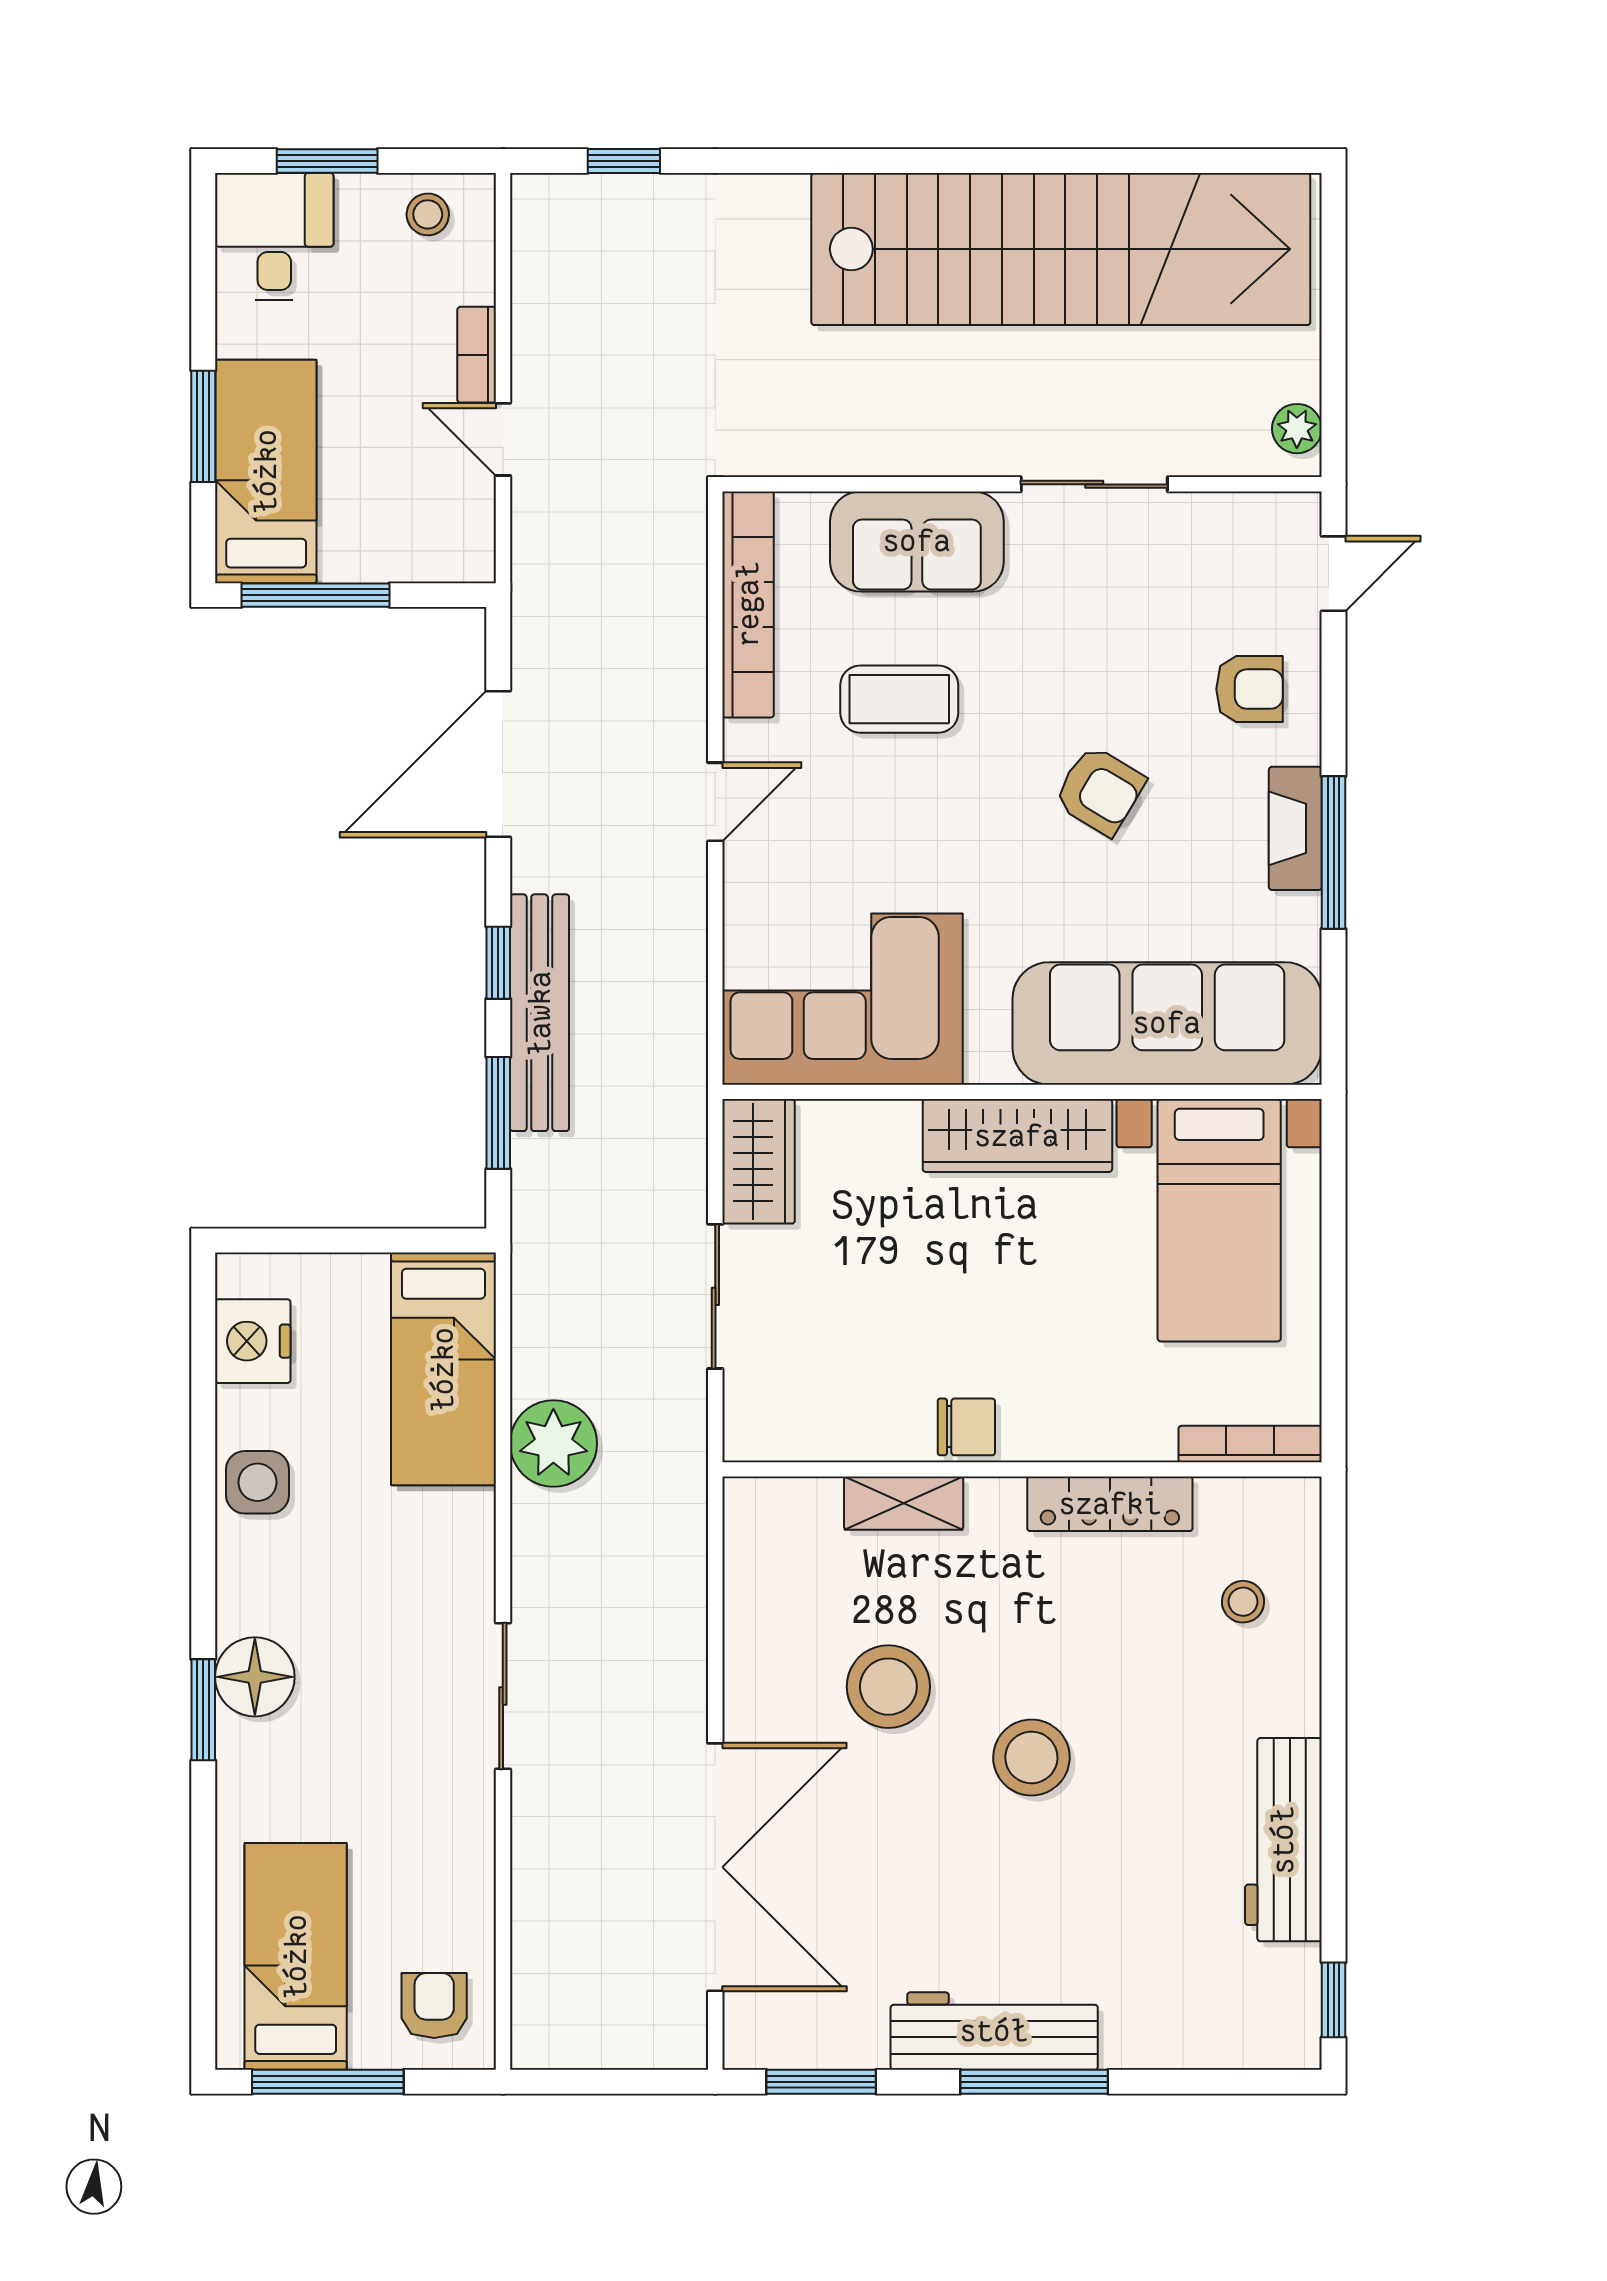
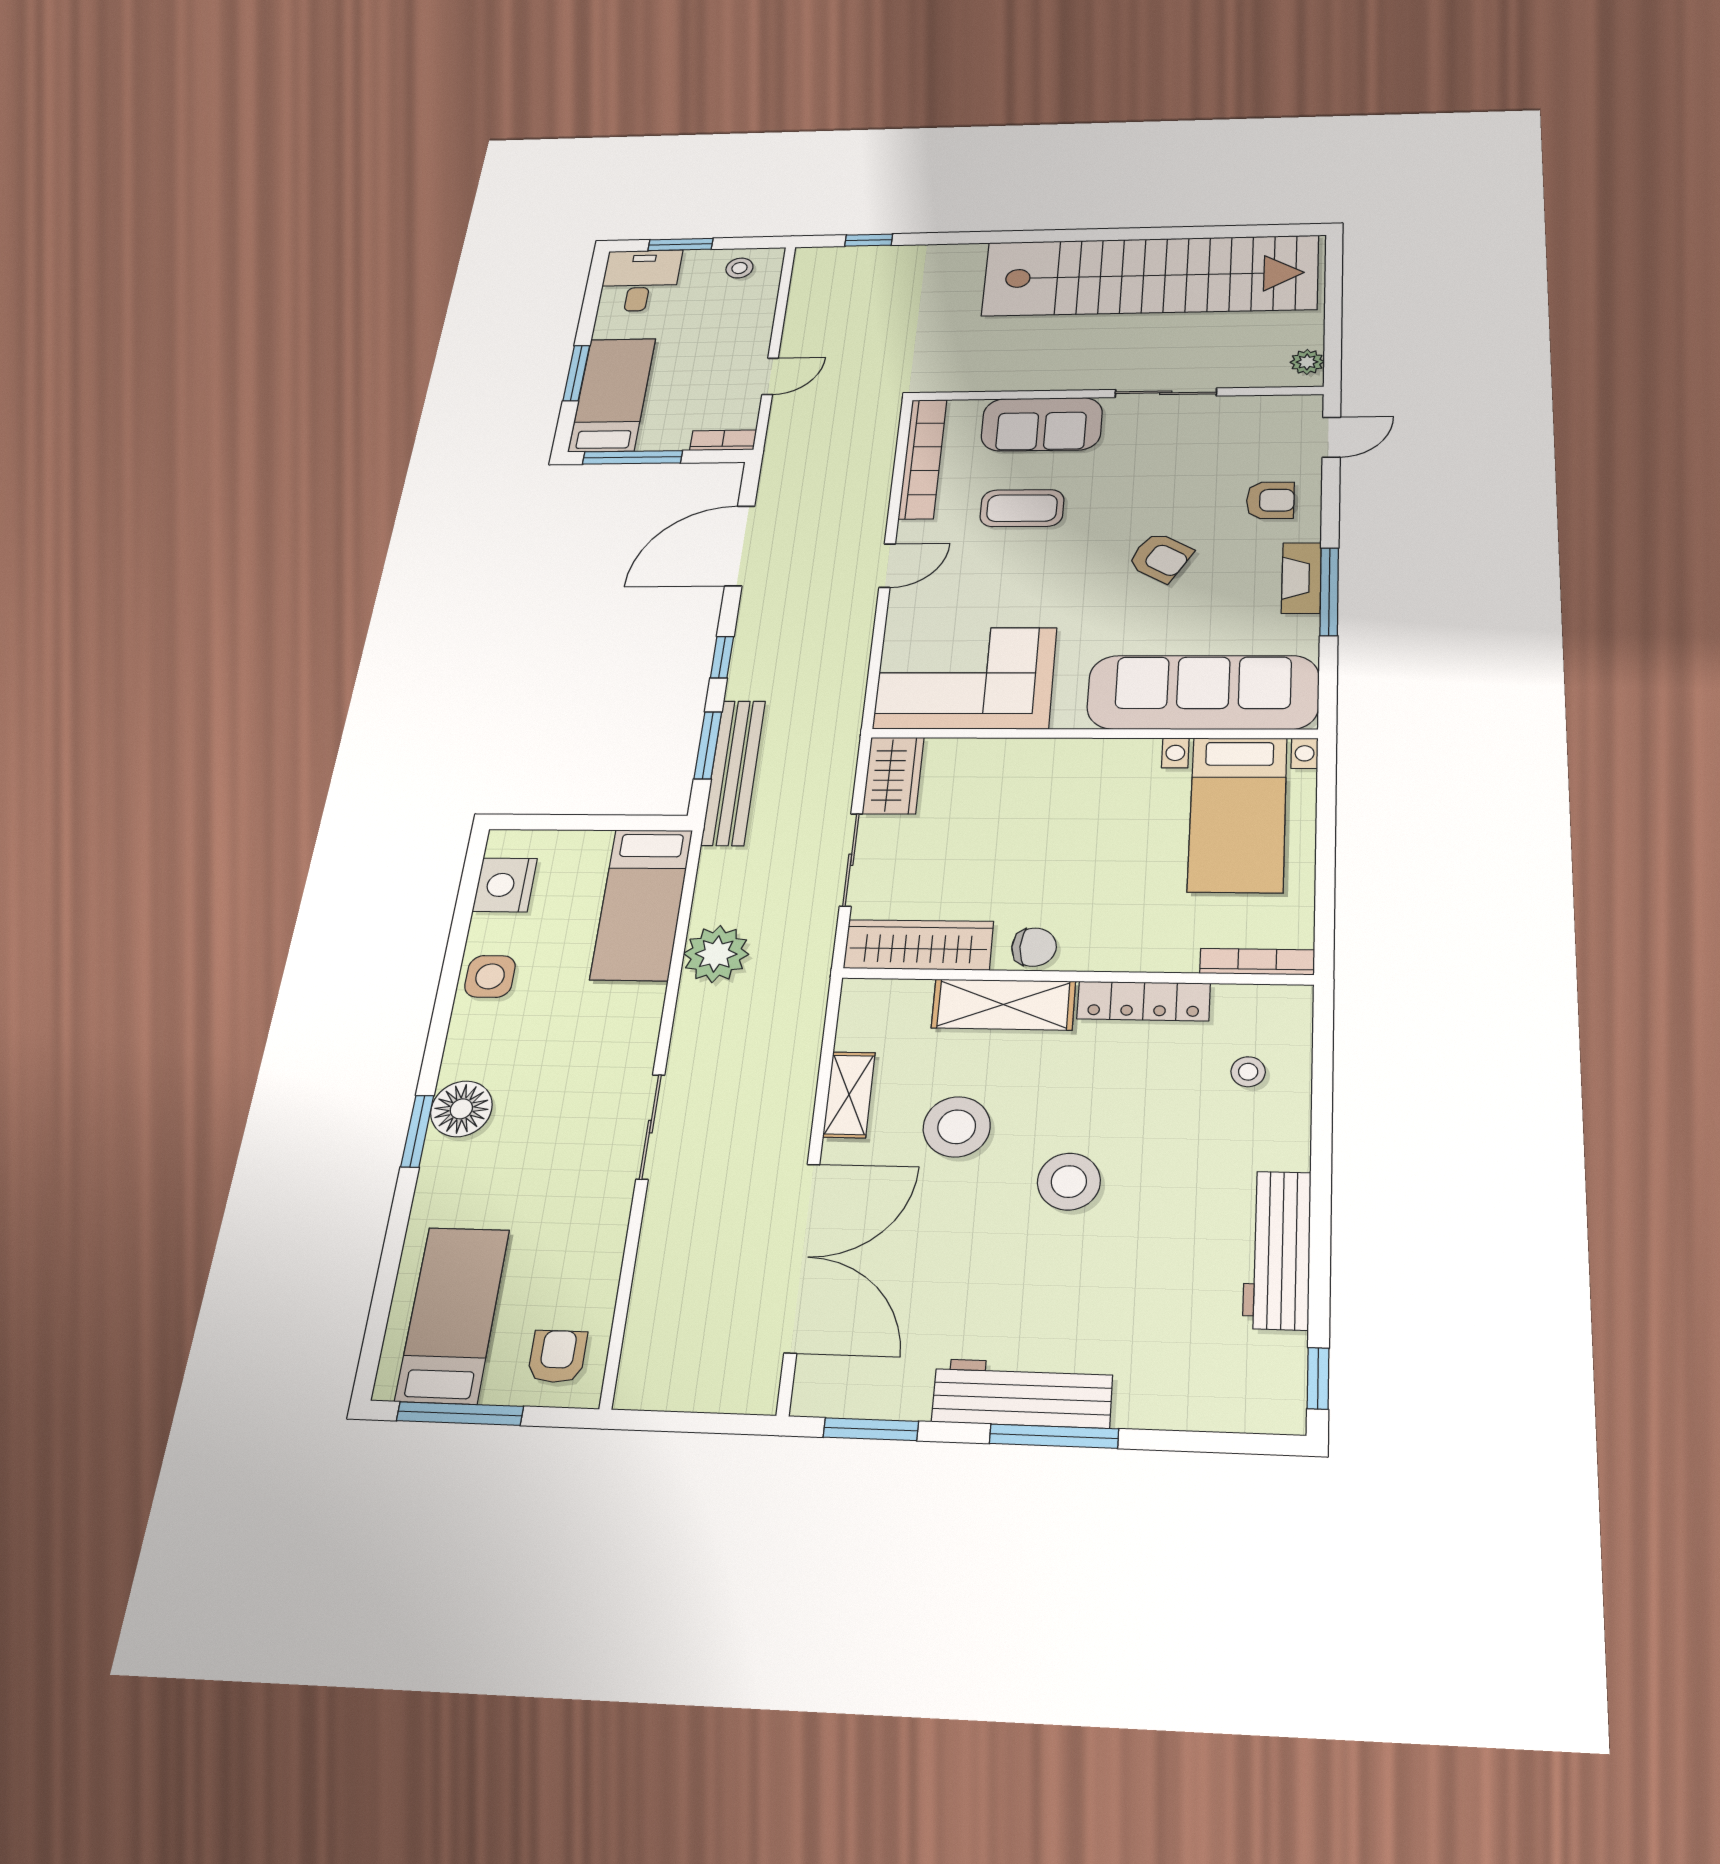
bookcase: (477, 355) -> (723, 440), moved, turned 90
door: (503, 439) -> (770, 376), swing flipped
bench: (540, 1013) -> (733, 772), moved
wardrobe: (1017, 1136) -> (918, 945), moved, turned 180
shelving: (904, 1503) -> (1003, 1005), width x1.50, depth x1.33
shelving: (749, 1645) -> (849, 1095), added

